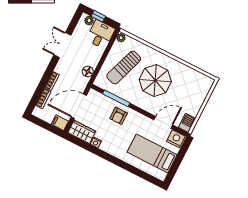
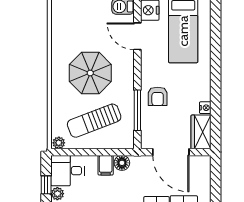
sun lounger: (124, 68) -> (94, 121), turned 140
armchair: (119, 116) -> (158, 96), turned 90
filing cabinet: (60, 123) -> (106, 165), moved

